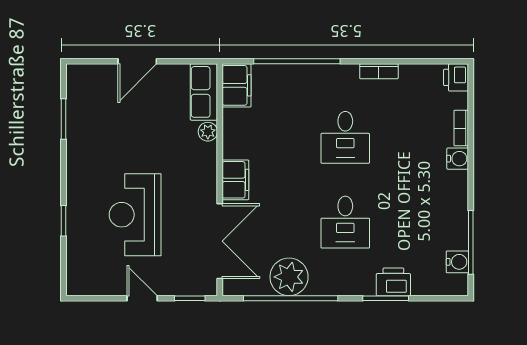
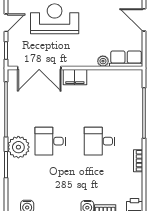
filing cabinet: (237, 85) -> (130, 78), removed
plant: (289, 277) -> (18, 147), moved
printer: (393, 282) -> (16, 169), removed

